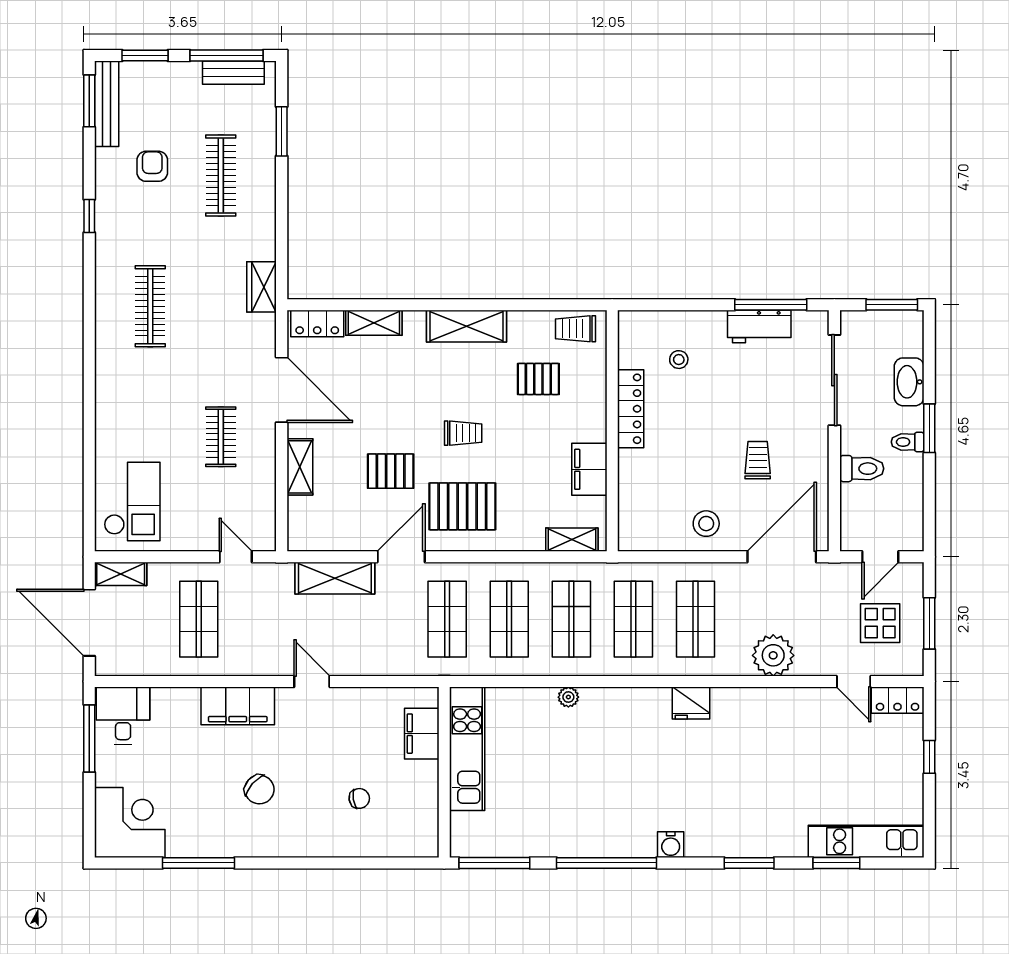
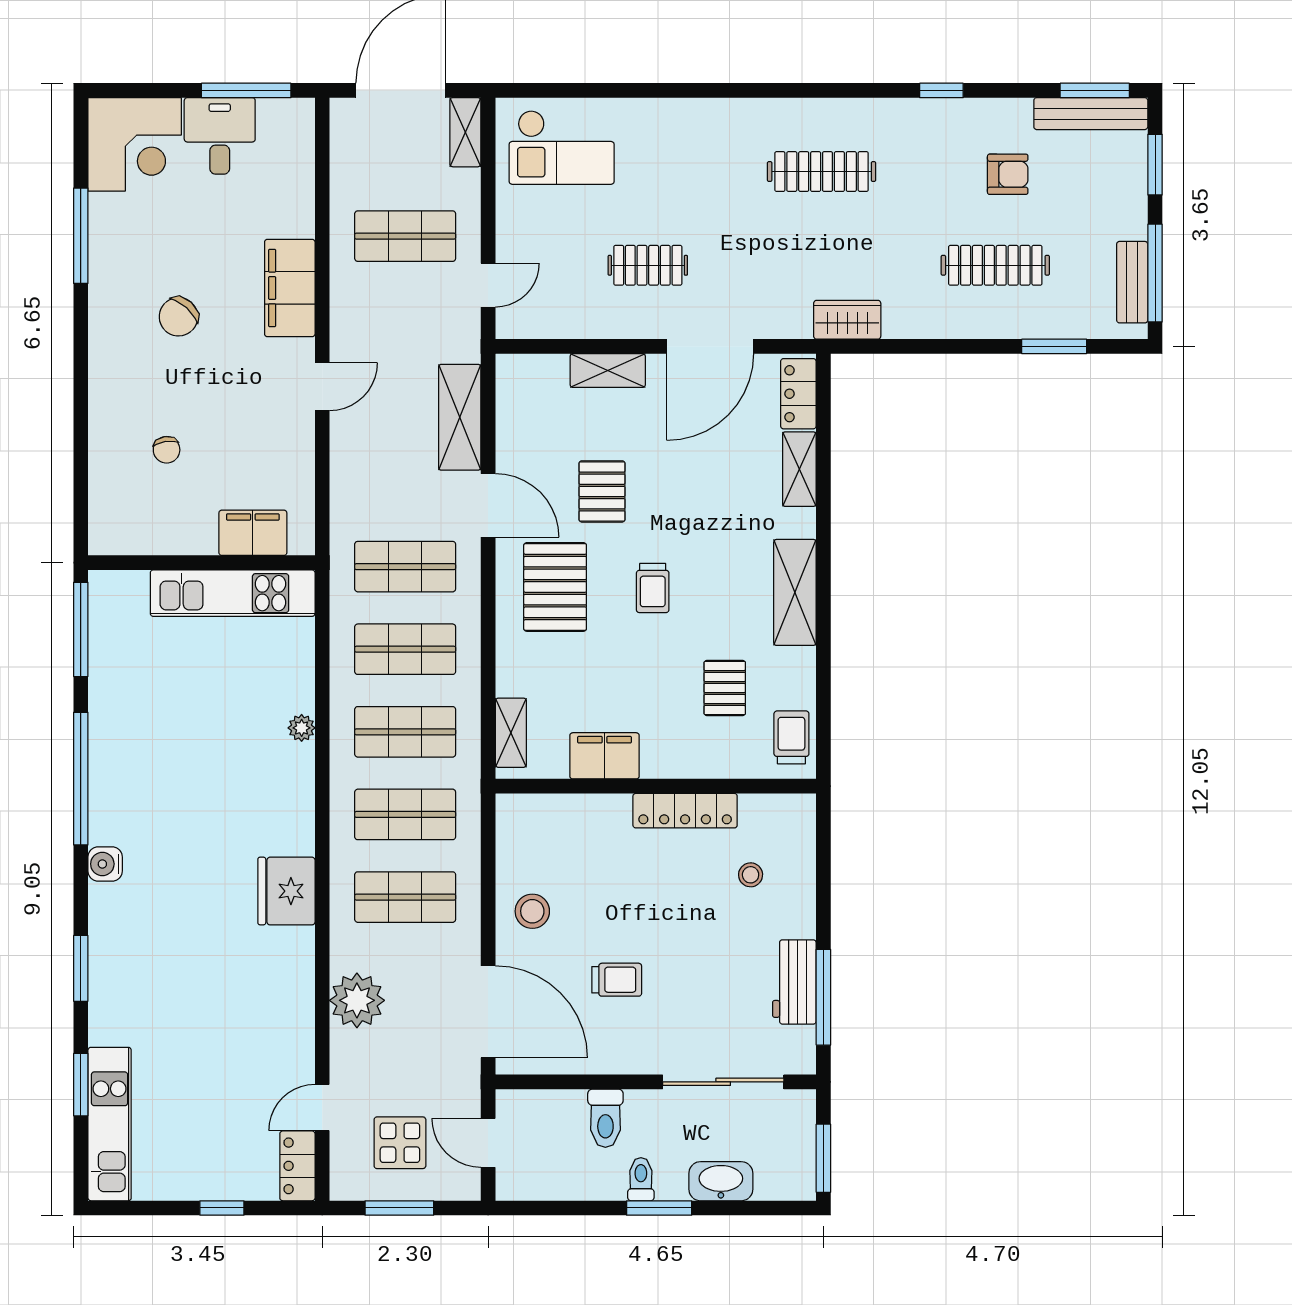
fridge: (691, 703) -> (286, 891), width x1.36, depth x1.34
desk: (123, 716) -> (220, 136), moved, turned -90

